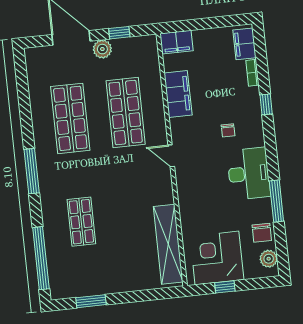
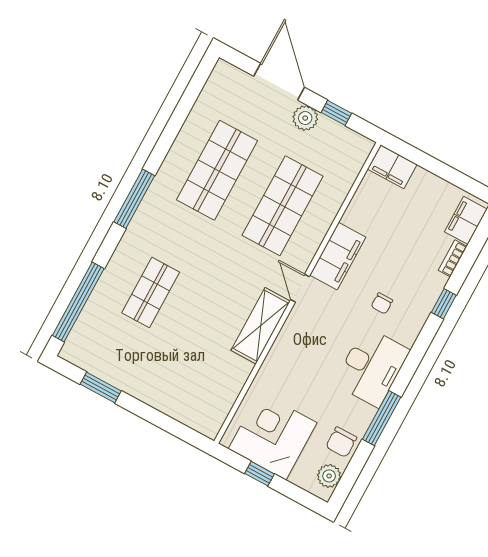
filing cabinet: (178, 94) -> (338, 256), moved
shelving: (168, 244) -> (261, 326), moved, width x0.68

